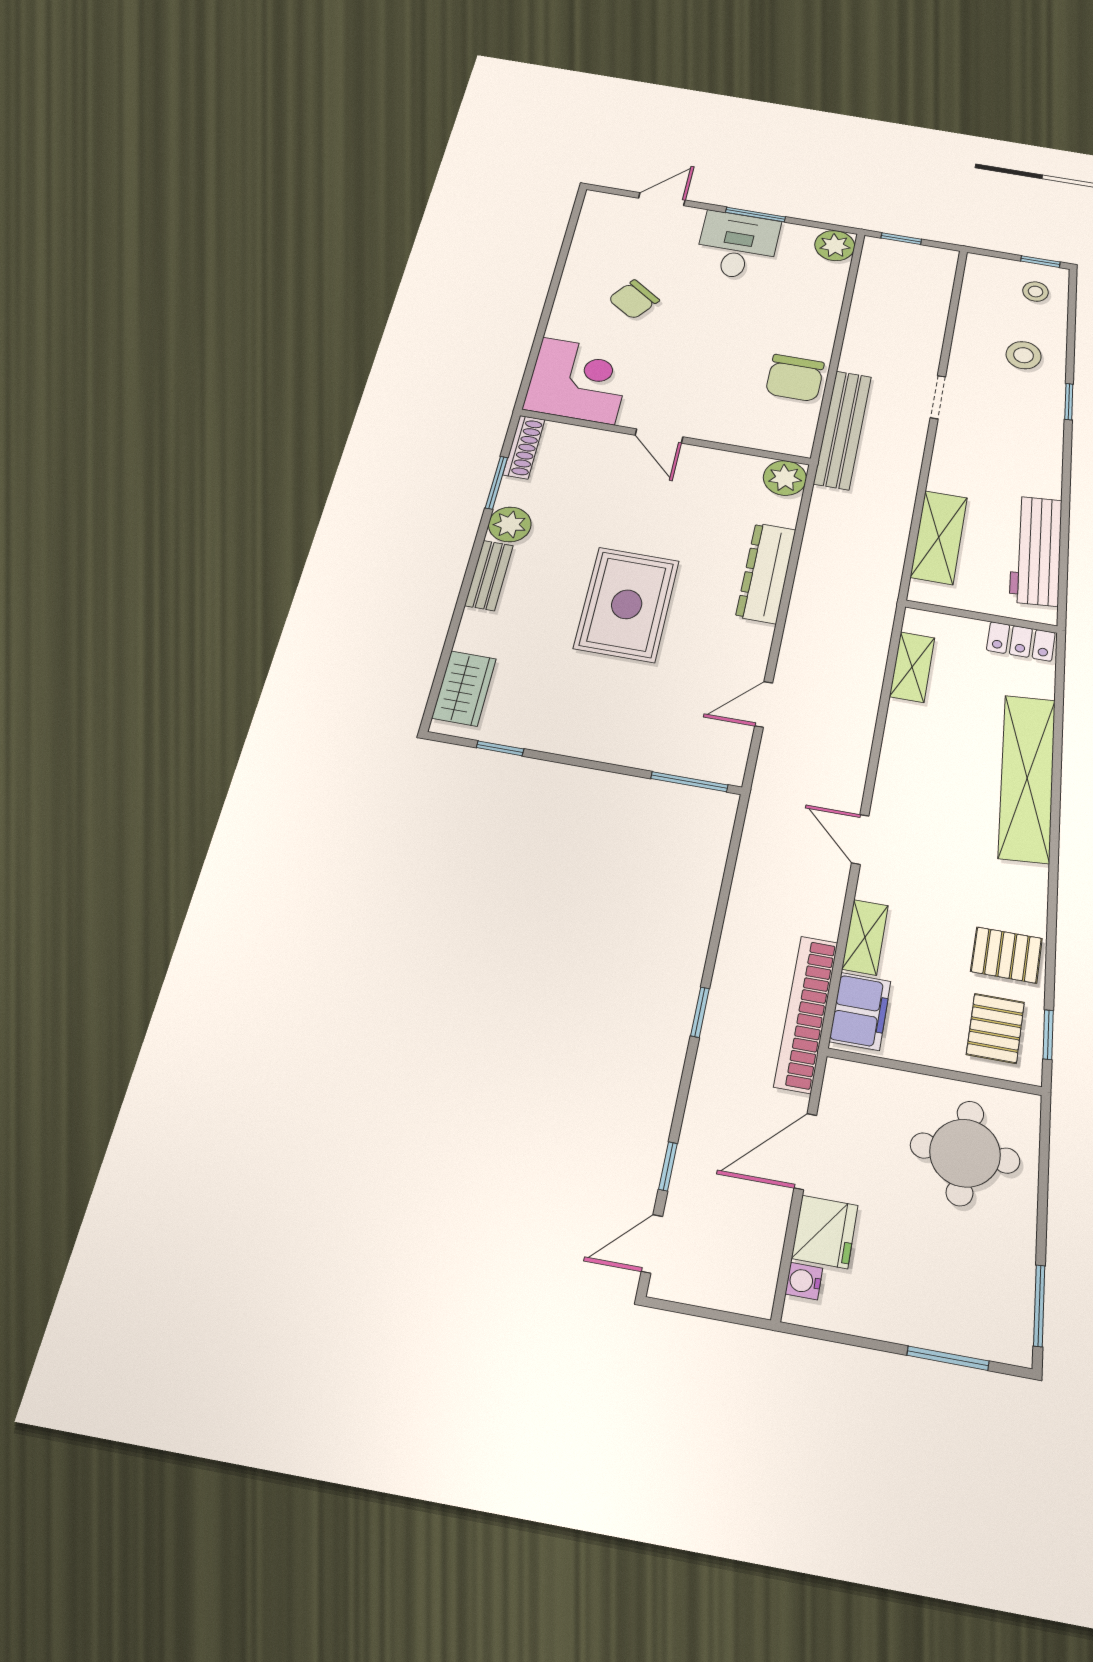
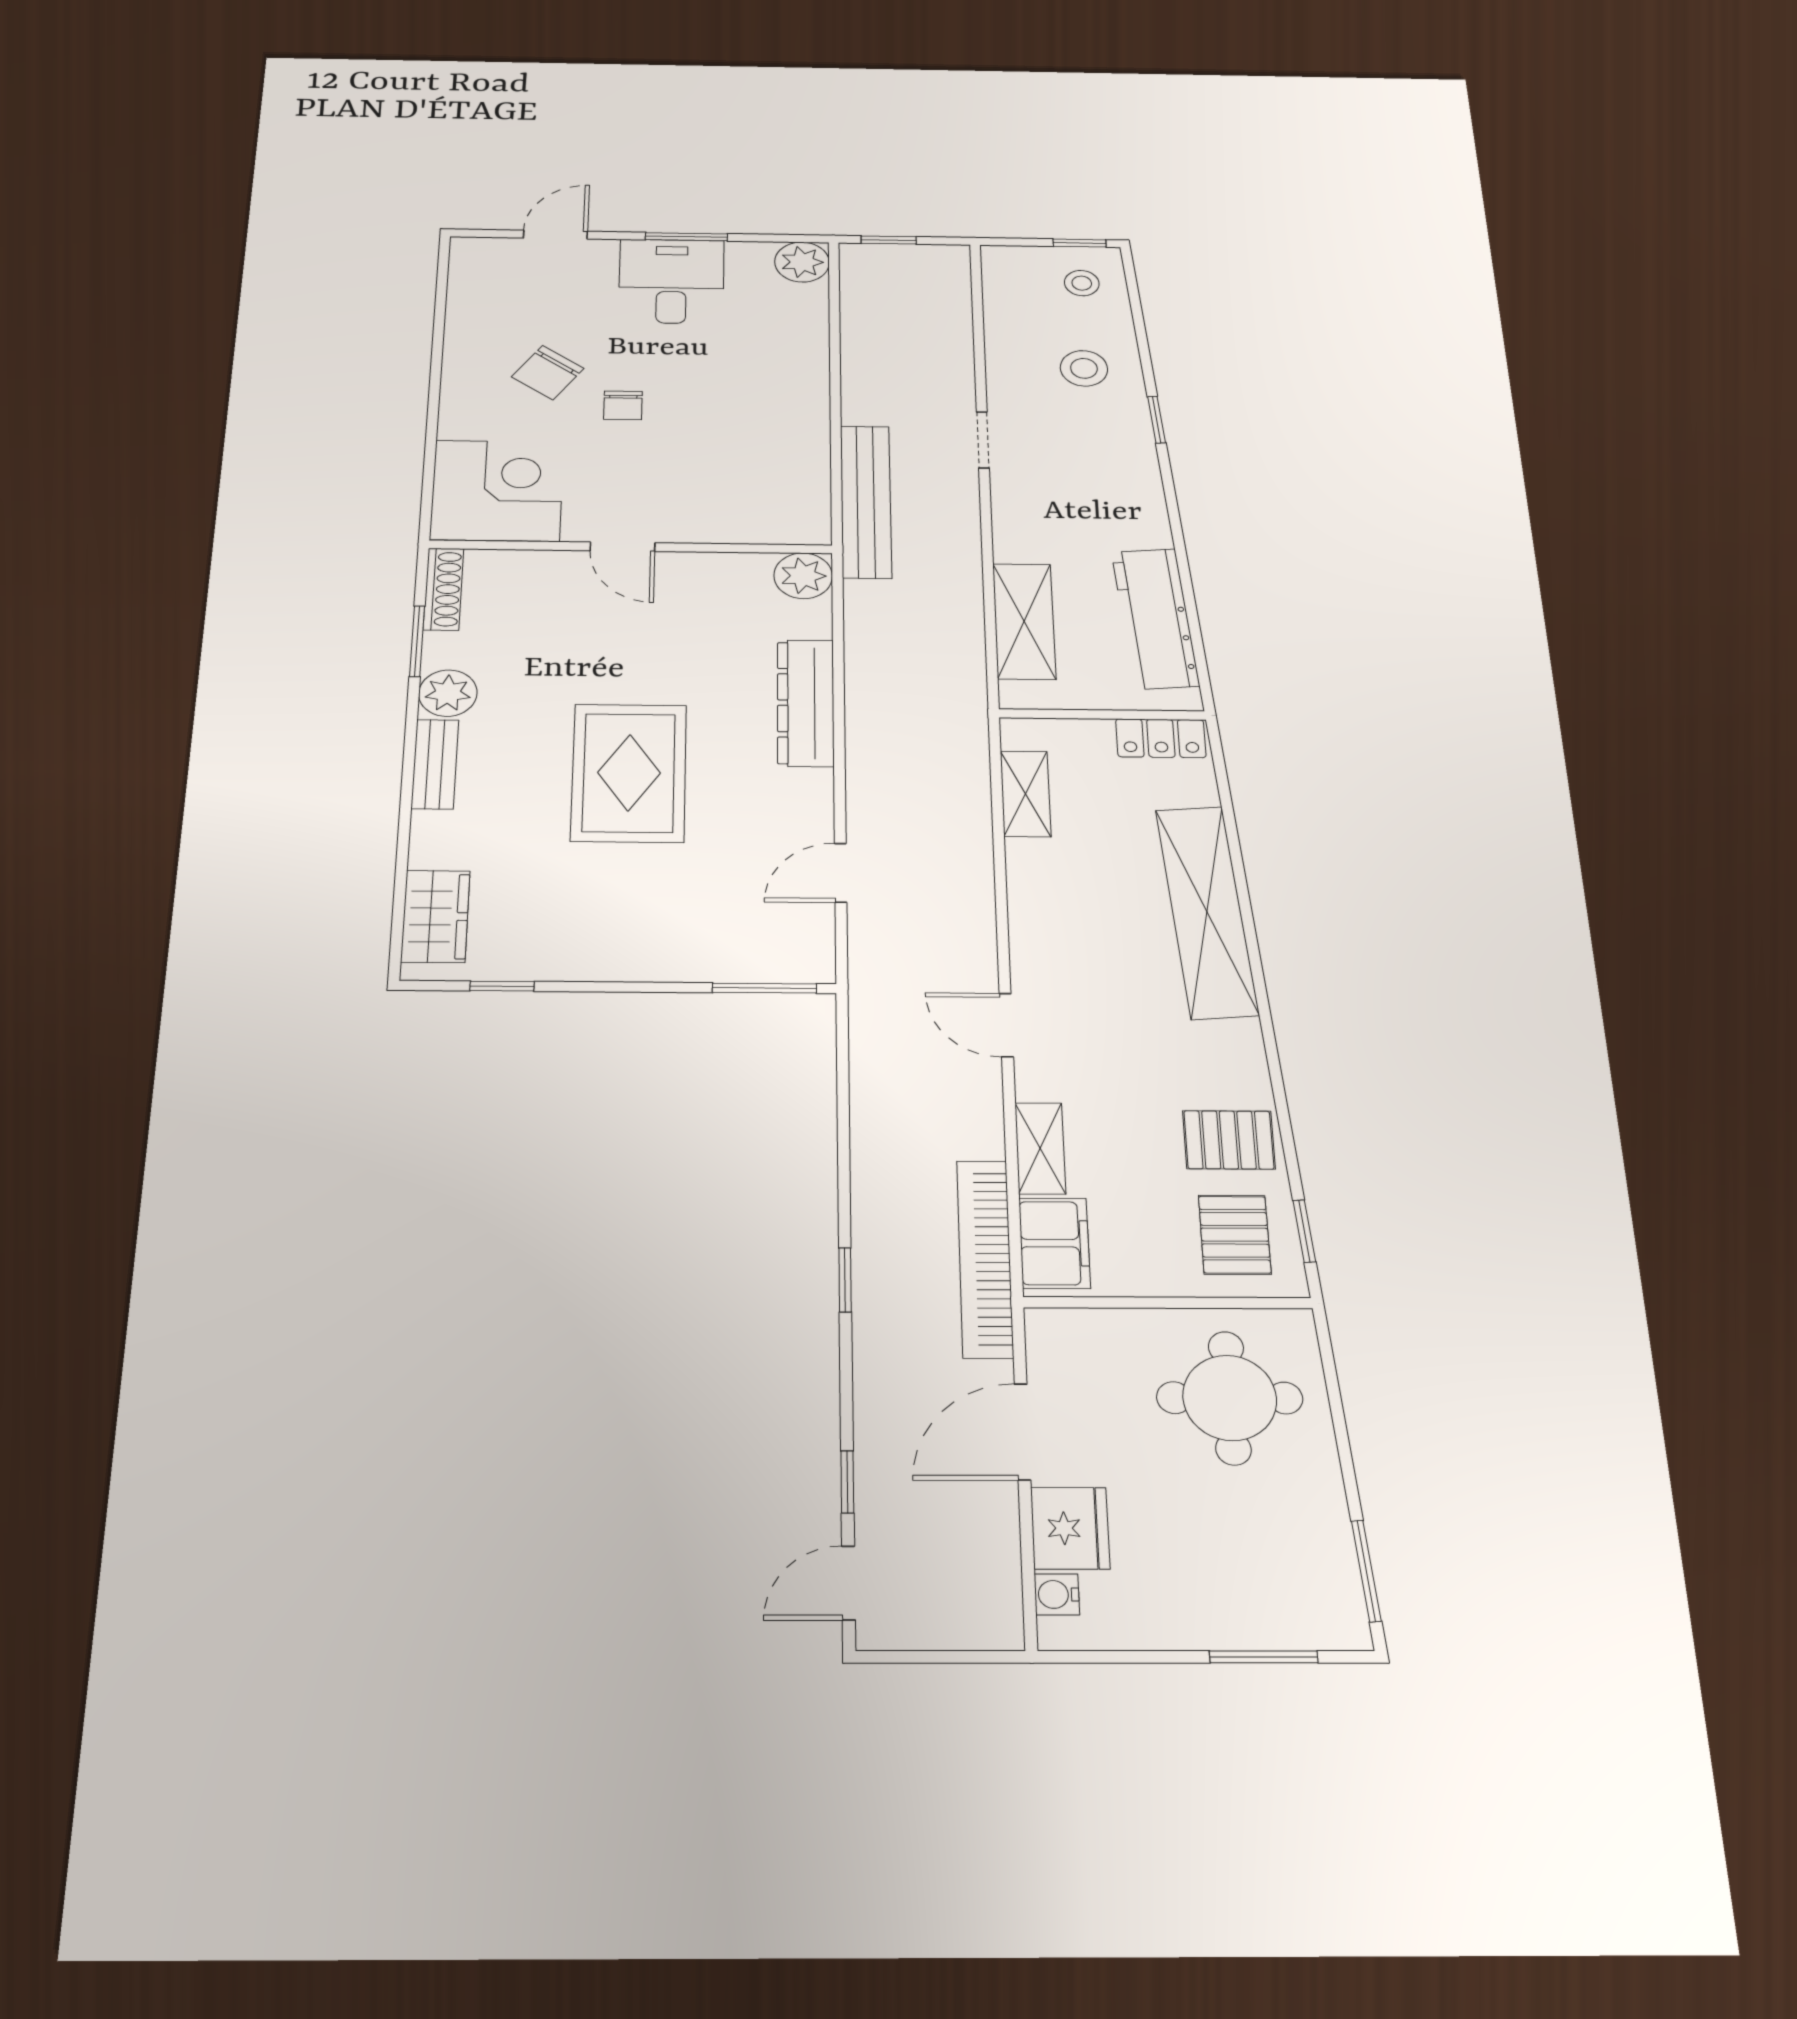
chair: (795, 378) -> (623, 405), moved, width x0.54, depth x0.54

